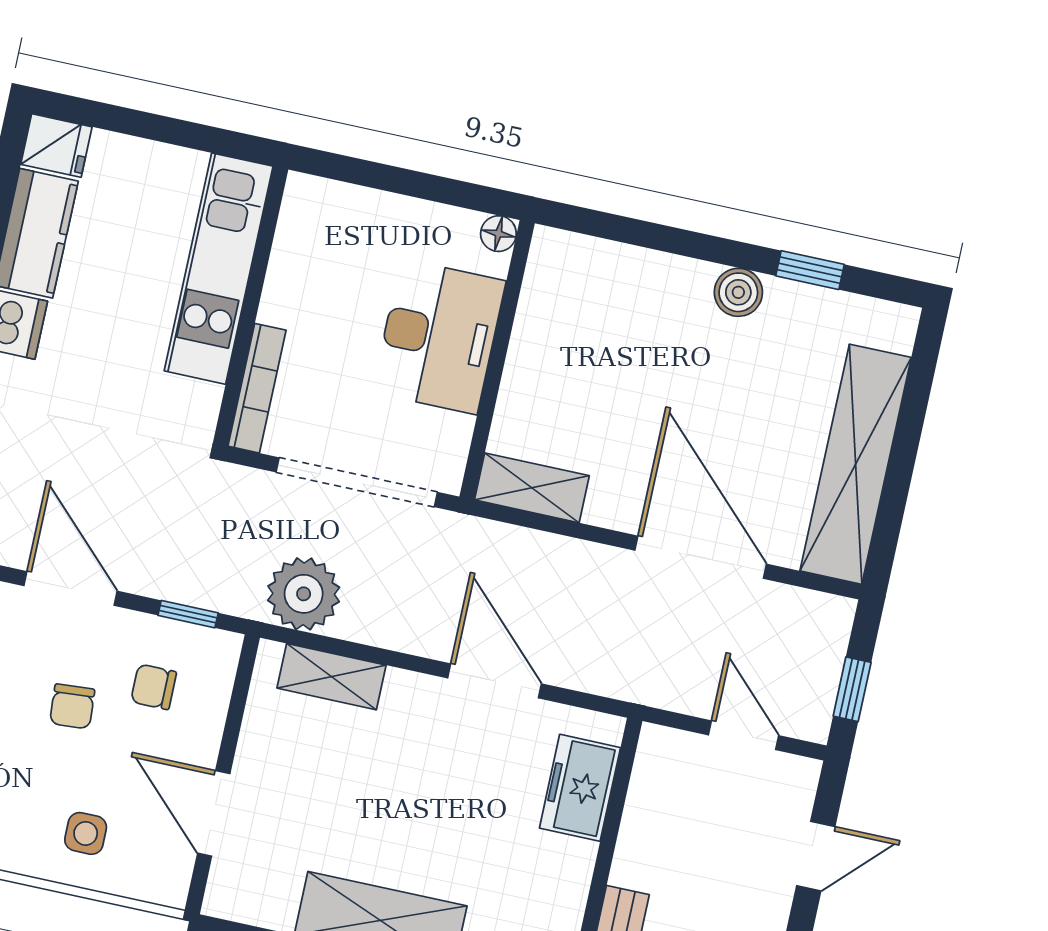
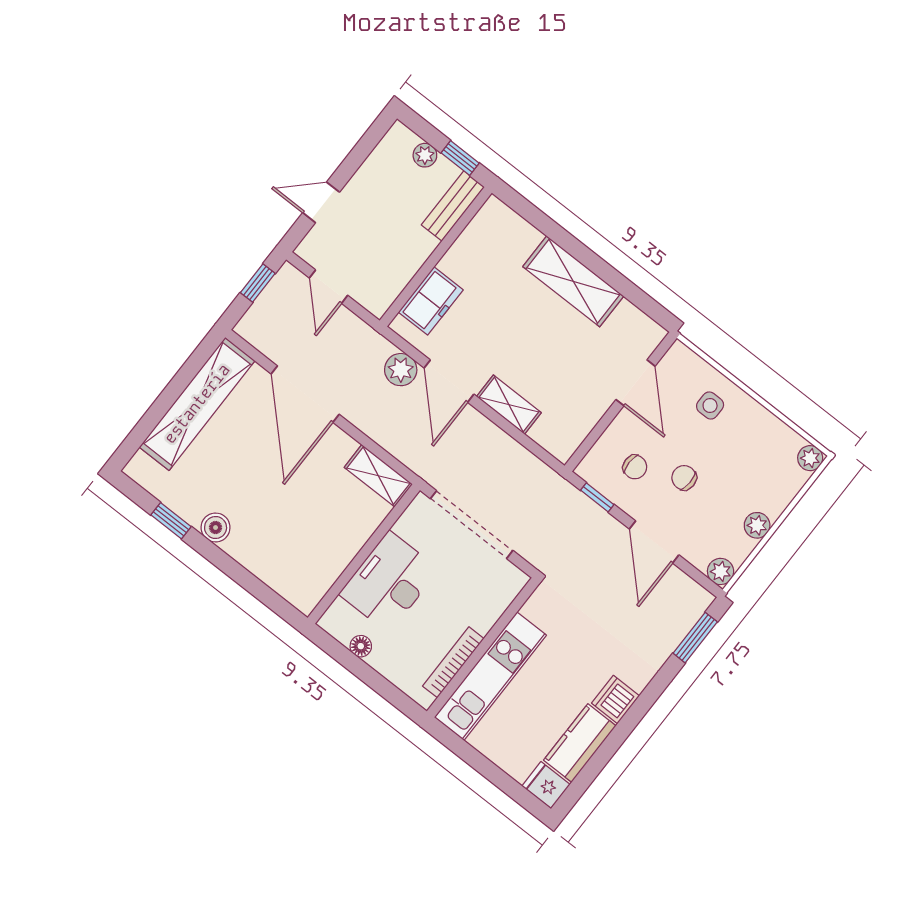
floor lamp: (498, 234) -> (361, 646), moved
bookcase: (257, 388) -> (453, 662), moved
plant: (304, 594) -> (401, 370), moved, width x0.73, depth x0.73
shelving: (332, 677) -> (509, 405), moved
chair: (72, 706) -> (684, 478), turned -84

